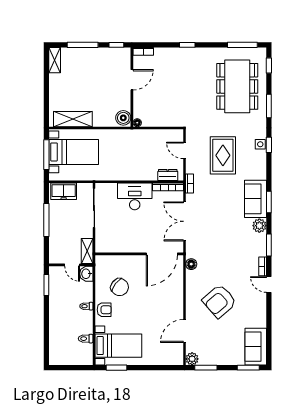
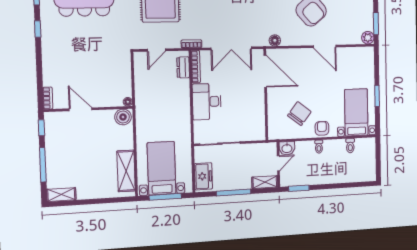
window: (187, 45) -> (38, 29), moved
shelving: (87, 251) -> (265, 182), moved
door: (184, 331) -> (325, 46), moved
window: (116, 368) -> (377, 96), moved

